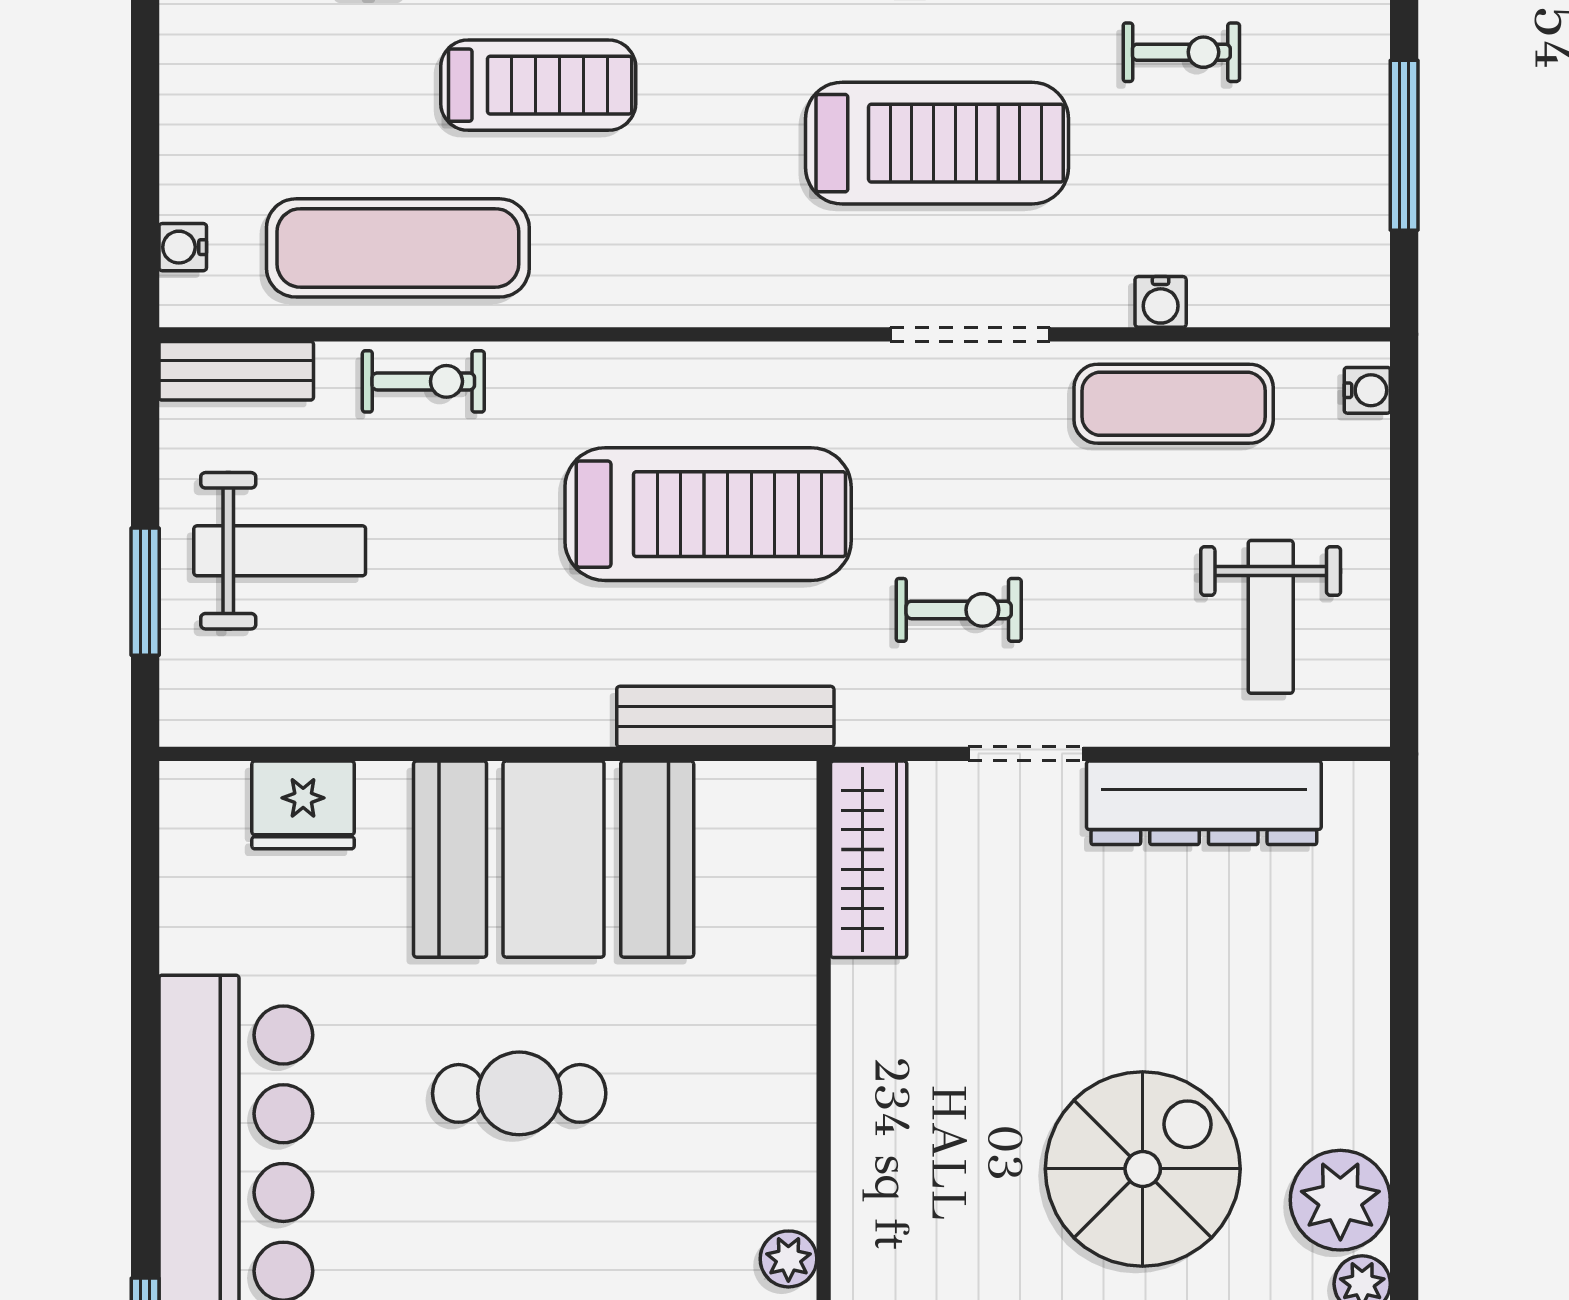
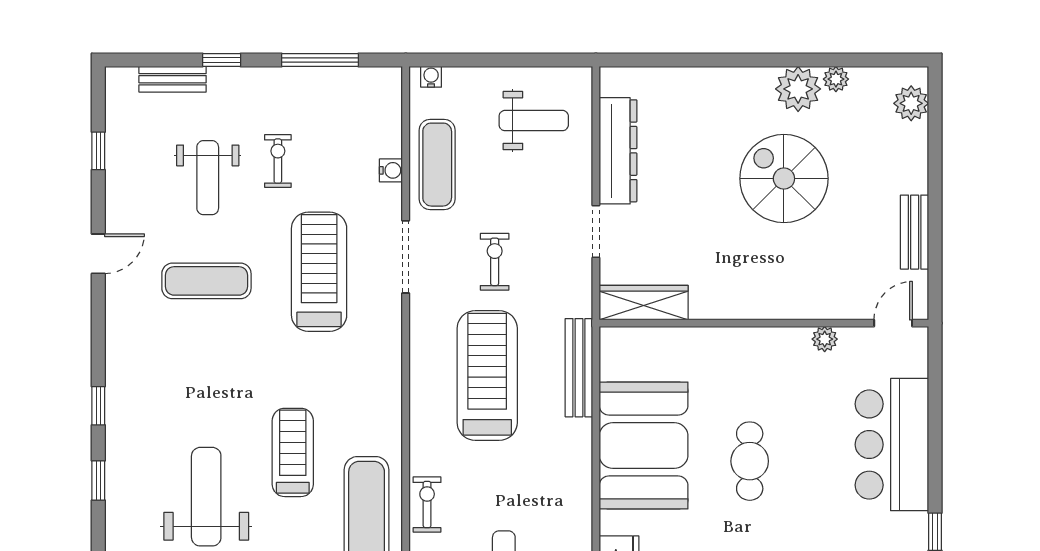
exercise bike: (959, 610) -> (495, 262), moved

